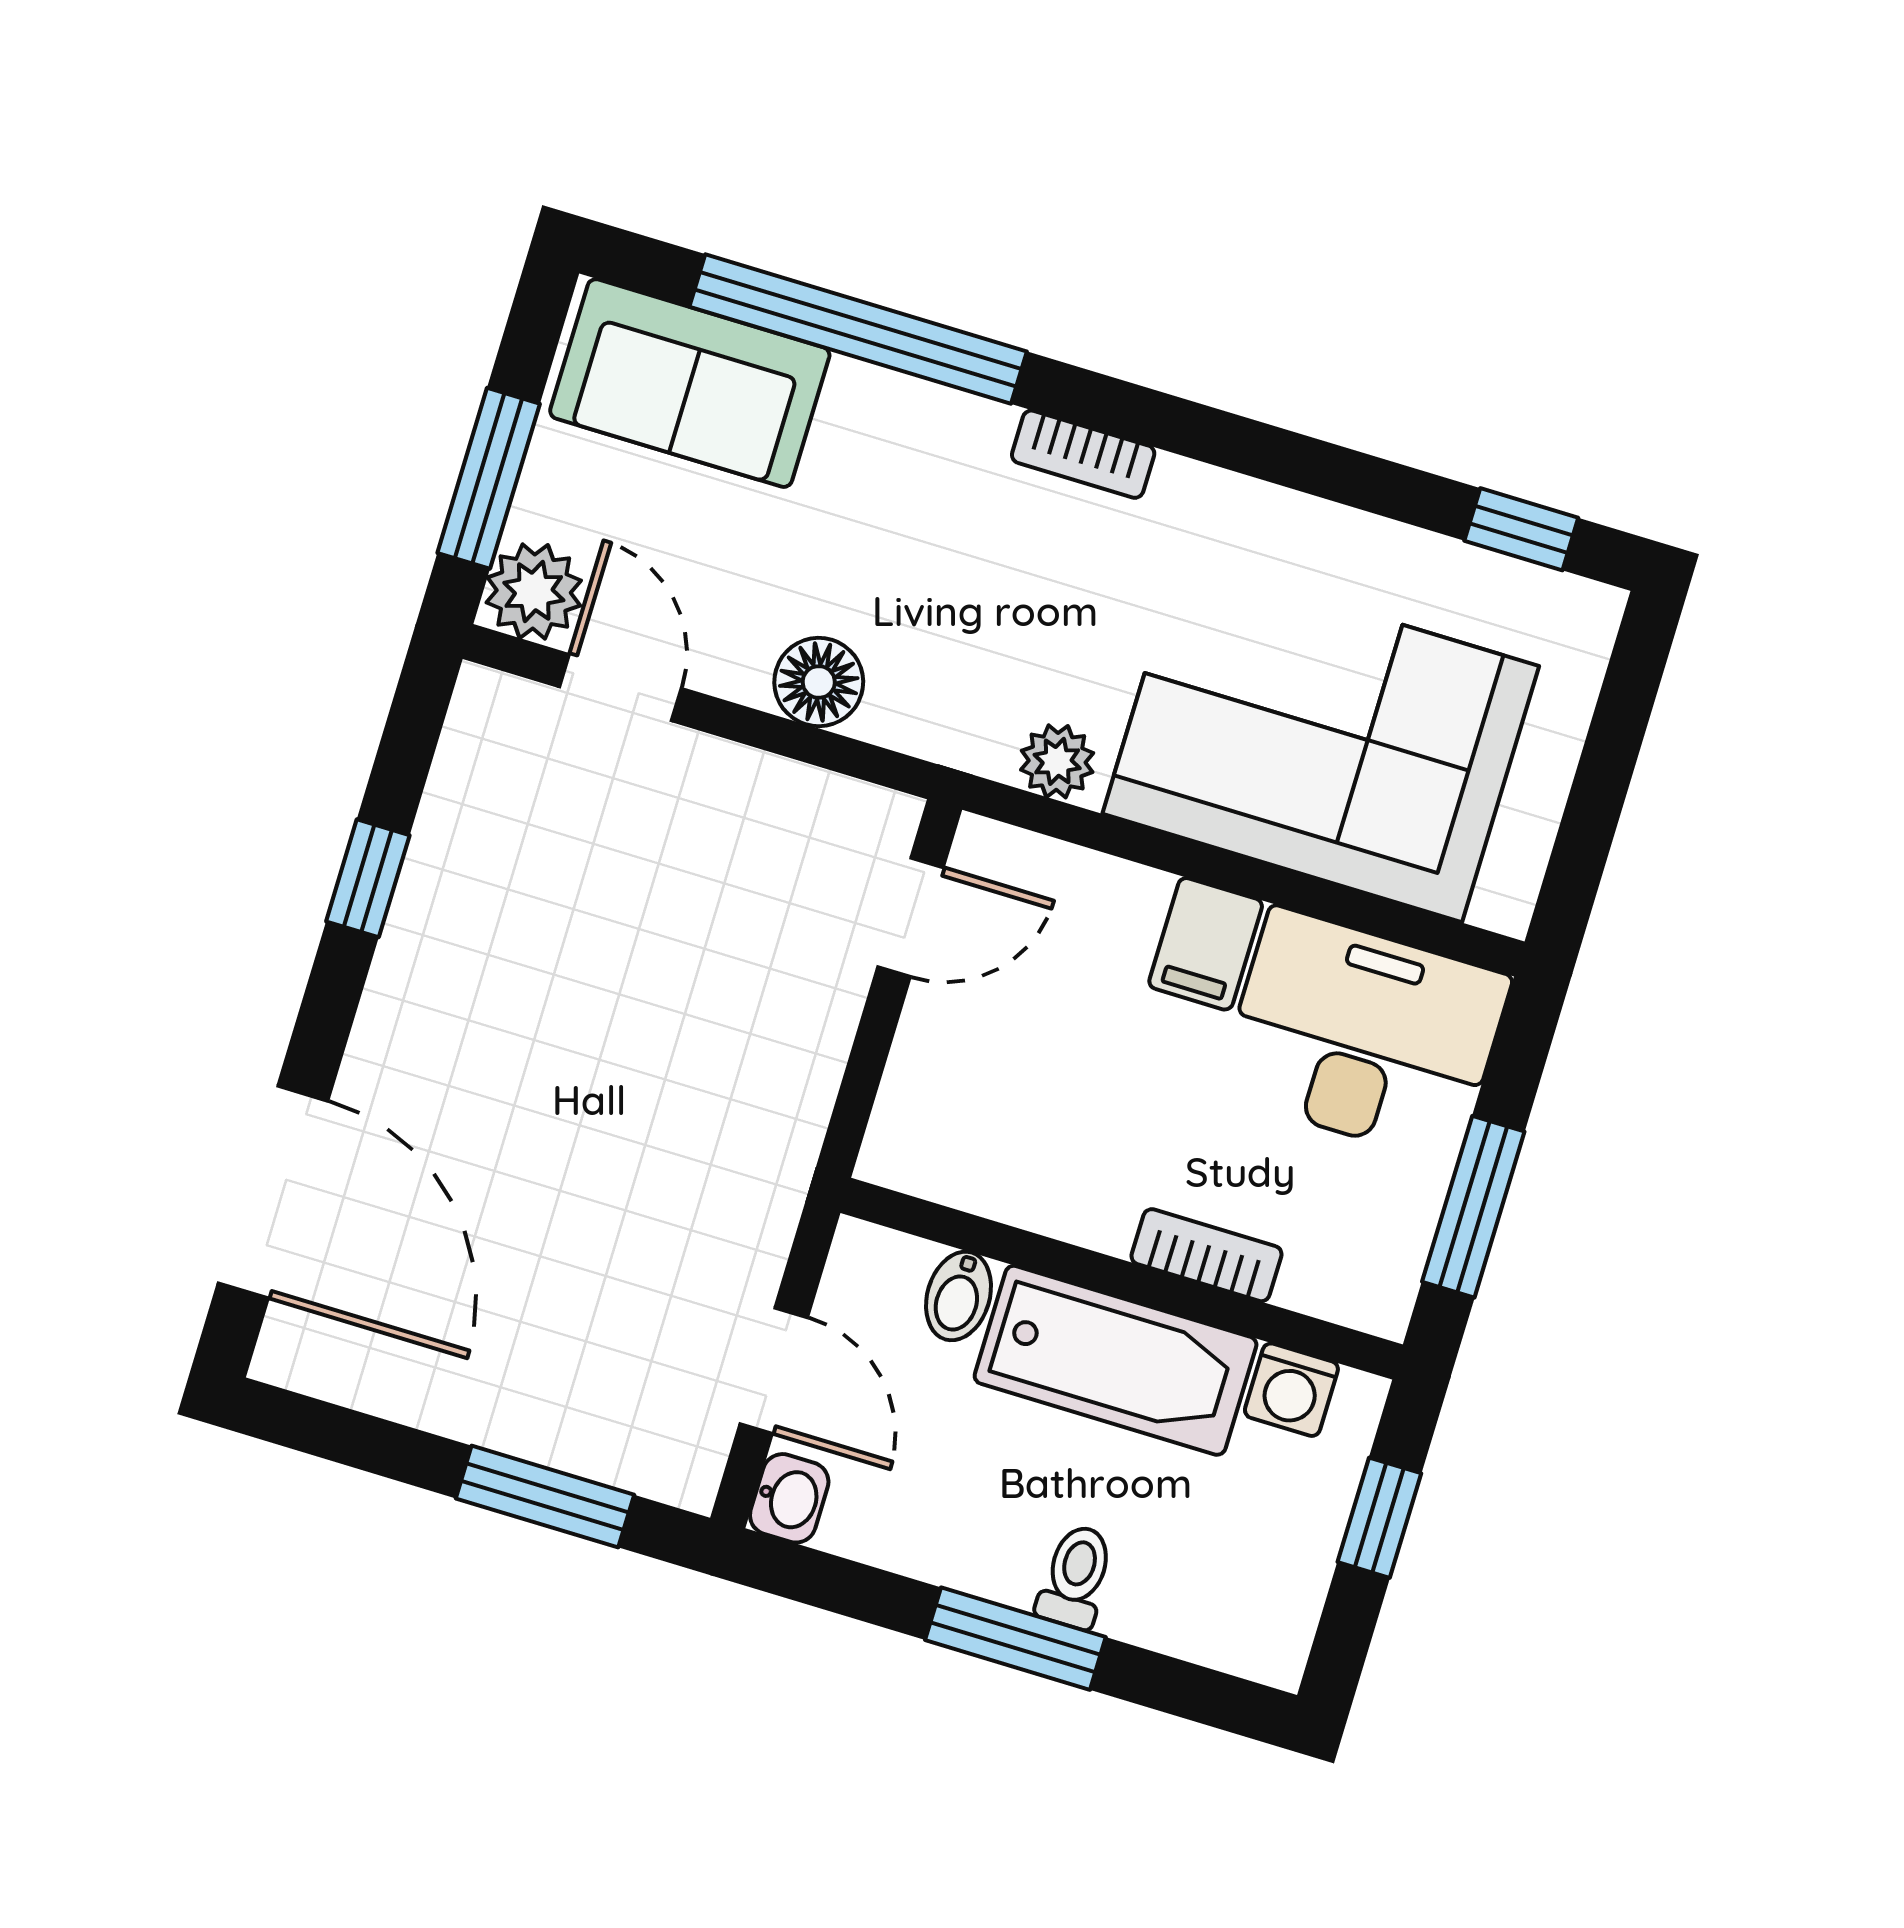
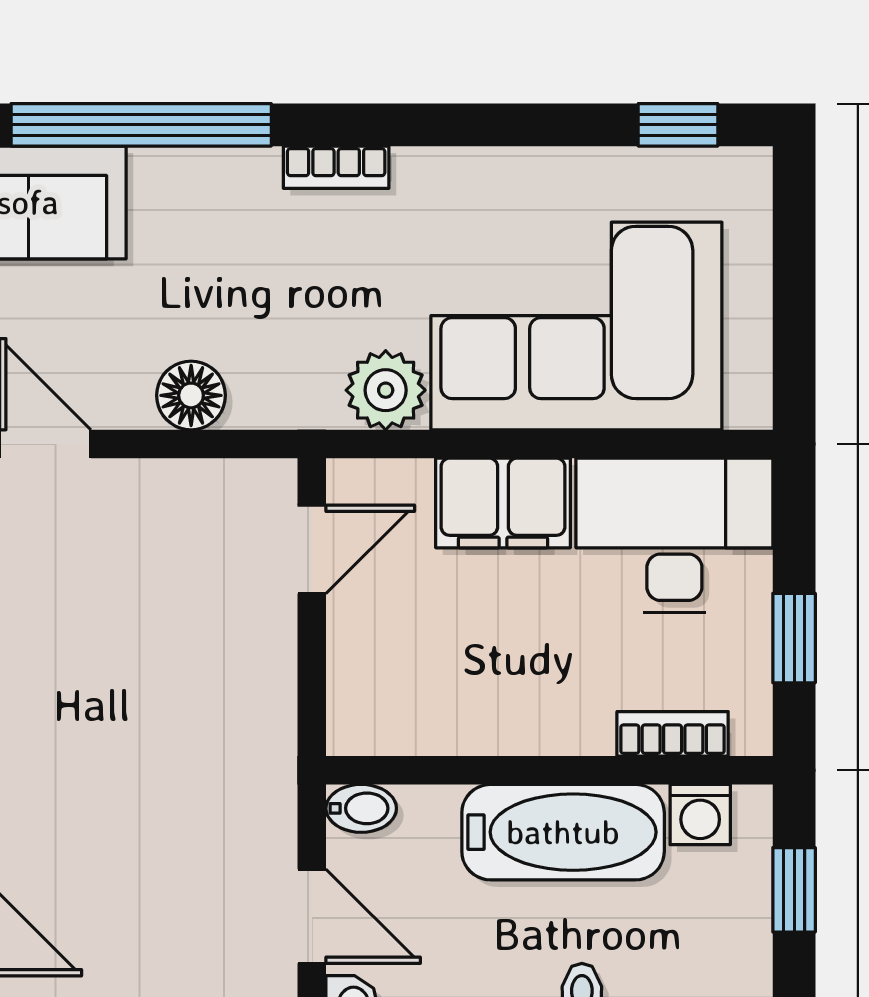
plant: (1057, 761) -> (386, 390), width x1.38, depth x1.38
filing cabinet: (1206, 944) -> (503, 503), width x2.00
window: (1473, 1207) -> (794, 638), width x0.67
bookcase: (1207, 1255) -> (673, 734), moved
bidet: (958, 1296) -> (361, 808), moved, turned -90

